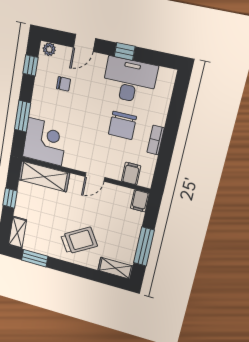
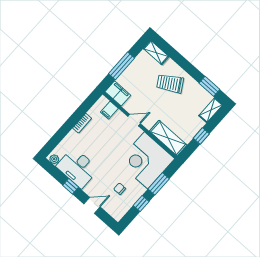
plant: (49, 49) -> (54, 159), moved
window: (31, 65) -> (141, 204), moved
chair: (122, 125) -> (97, 143), removed
corner desk: (45, 142) -> (146, 160), width x1.36, depth x1.36
filing cabinet: (140, 201) -> (118, 93), width x2.00
window: (144, 247) -> (122, 66), moved

